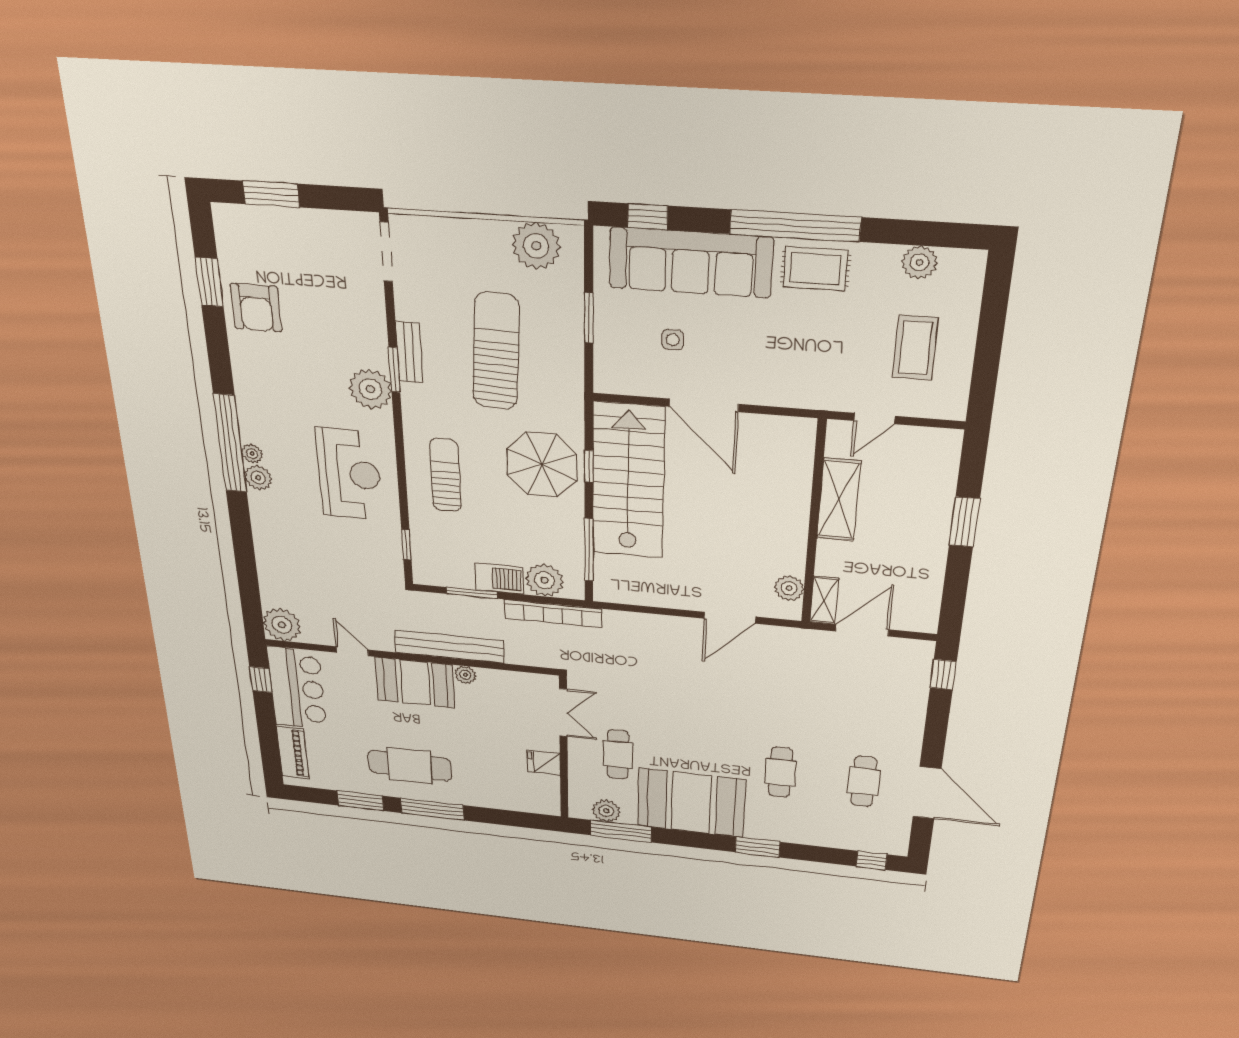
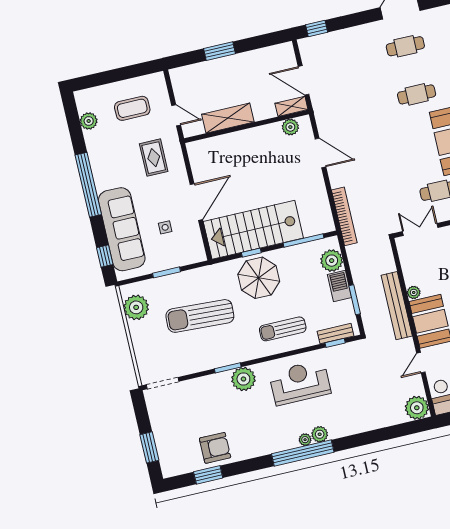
rug: (815, 269) -> (154, 158), moved
bench: (409, 352) -> (336, 334), moved
bookcase: (553, 614) -> (344, 216), moved

